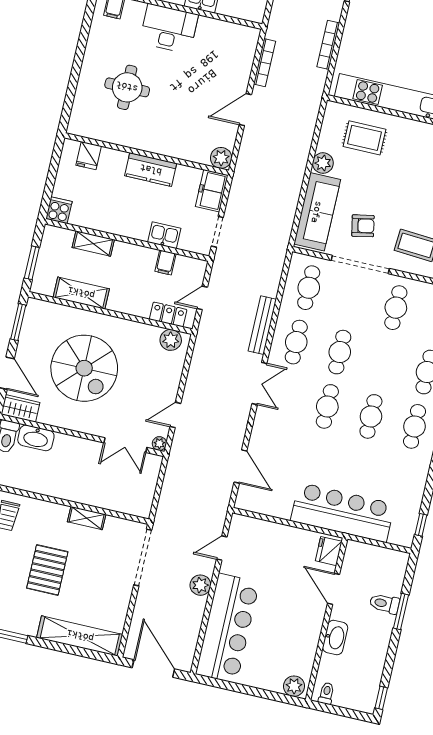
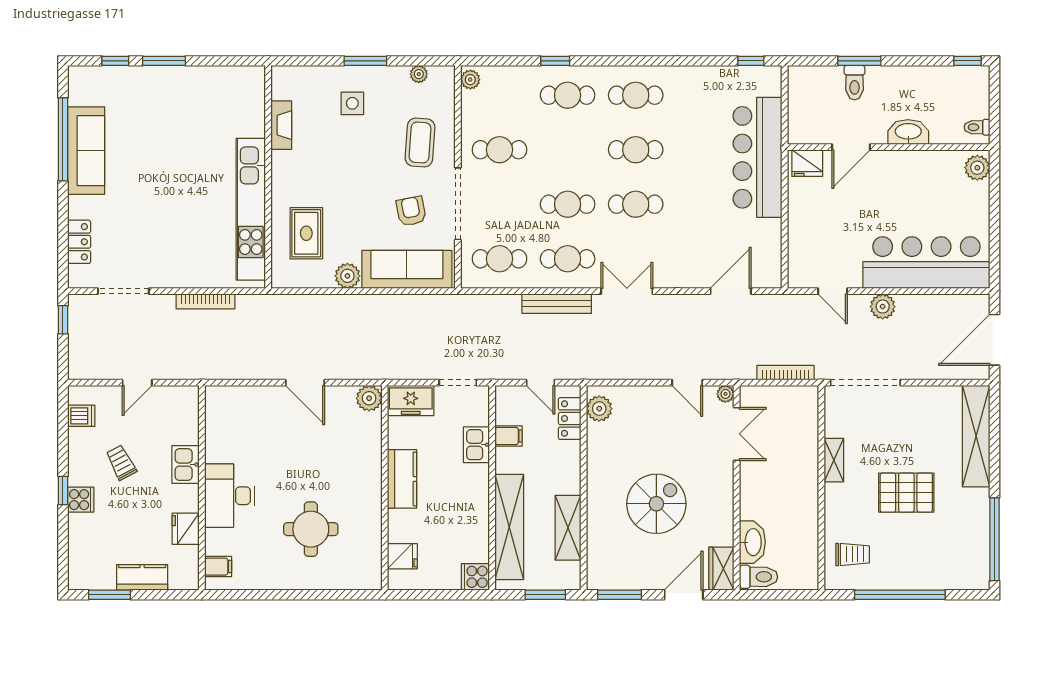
bookcase: (265, 63) -> (786, 373), moved
shelving: (93, 243) -> (509, 527), width x2.20, depth x1.33
spiral stairs: (84, 368) -> (656, 504), width x0.73, depth x0.73

